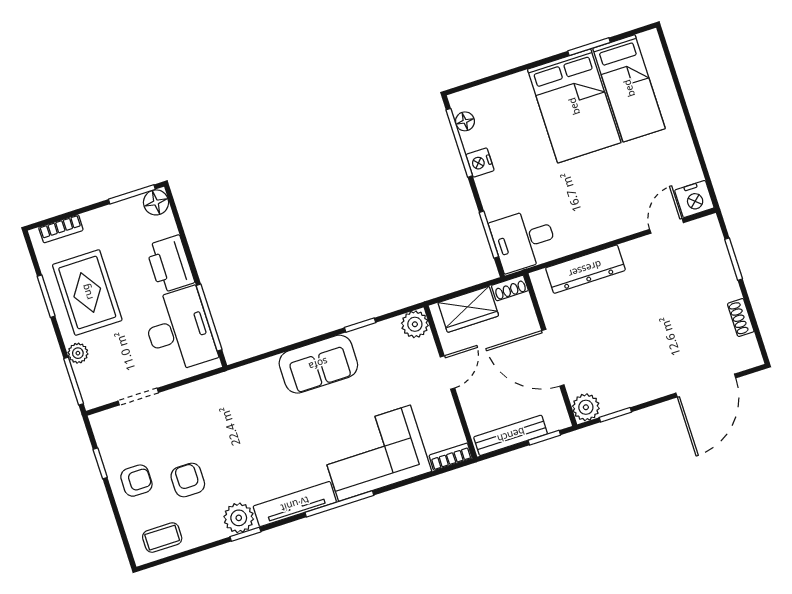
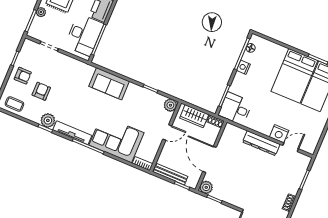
nightstand: (694, 199) -> (279, 134), moved
dresser: (585, 269) -> (261, 143), moved
sofa: (318, 364) -> (109, 84), moved

